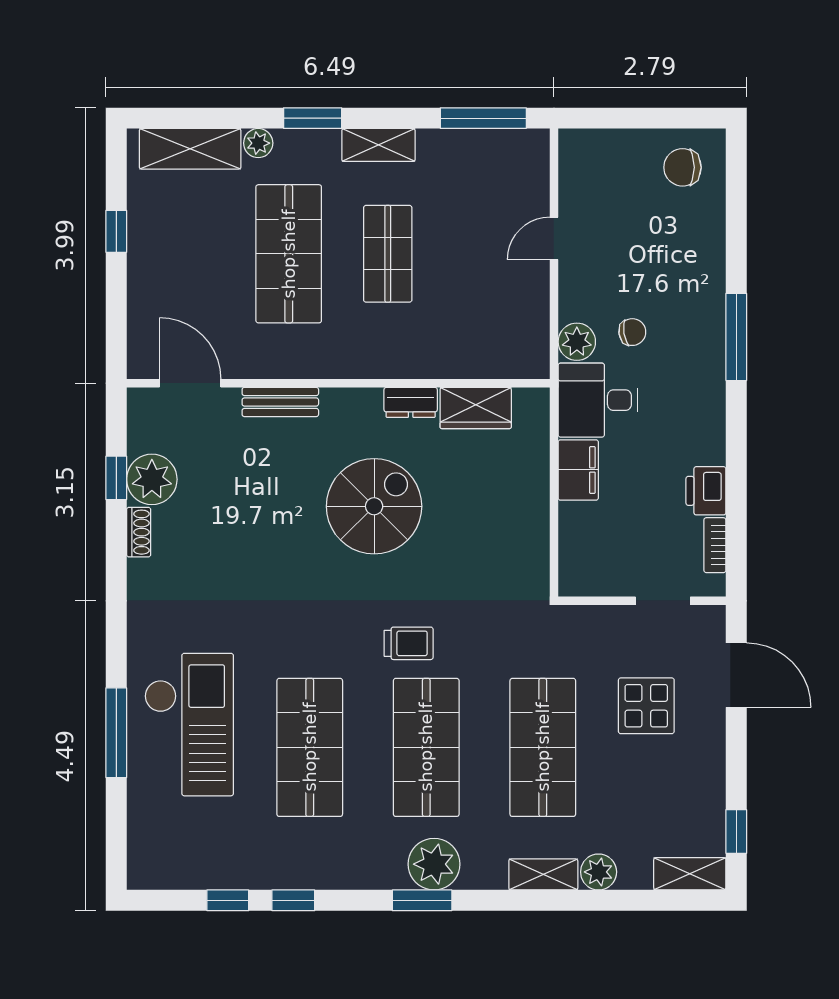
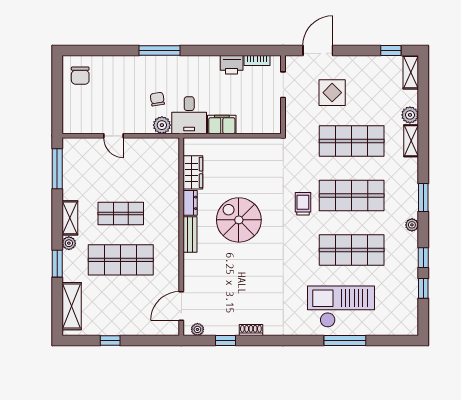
window: (313, 118) -> (57, 264), moved
plant: (258, 143) -> (69, 243), moved
bench: (280, 402) -> (190, 234), moved
plant: (152, 479) -> (197, 329), moved, width x0.53, depth x0.53
plant: (434, 864) -> (412, 225), moved, width x0.53, depth x0.53

